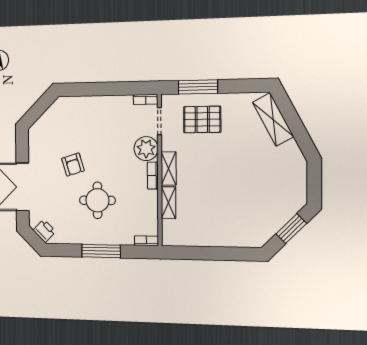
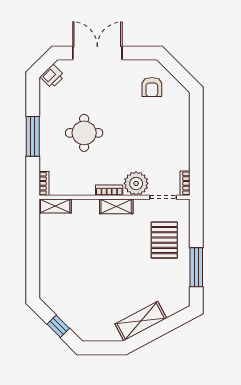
window: (198, 87) -> (196, 267), moved
shelving: (273, 119) -> (141, 321), moved
armchair: (73, 165) -> (152, 87), moved, turned -73
shelving: (169, 203) -> (55, 206), moved
window: (291, 229) -> (58, 326), width x0.67

